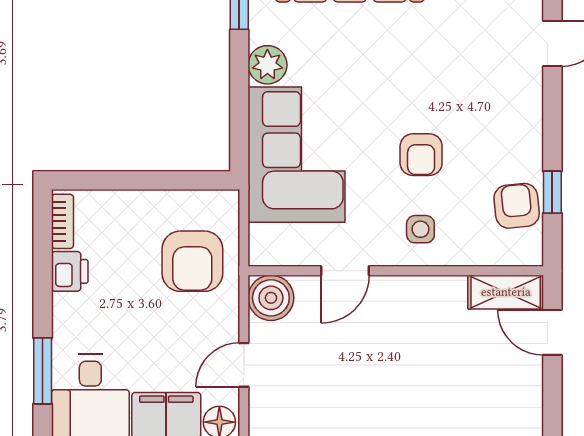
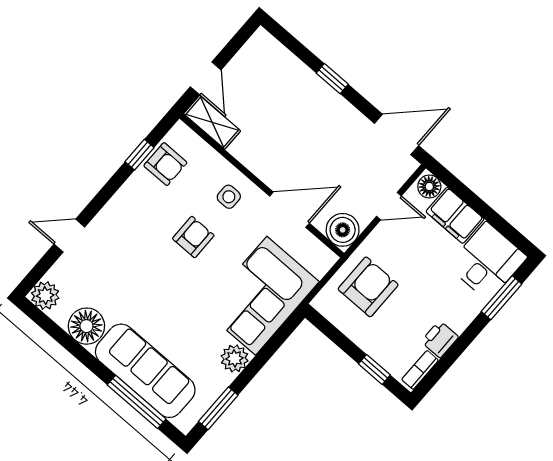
window: (111, 180) -> (374, 369), added
armchair: (517, 206) -> (165, 164), turned -84
door: (345, 271) -> (289, 210), width x1.38

